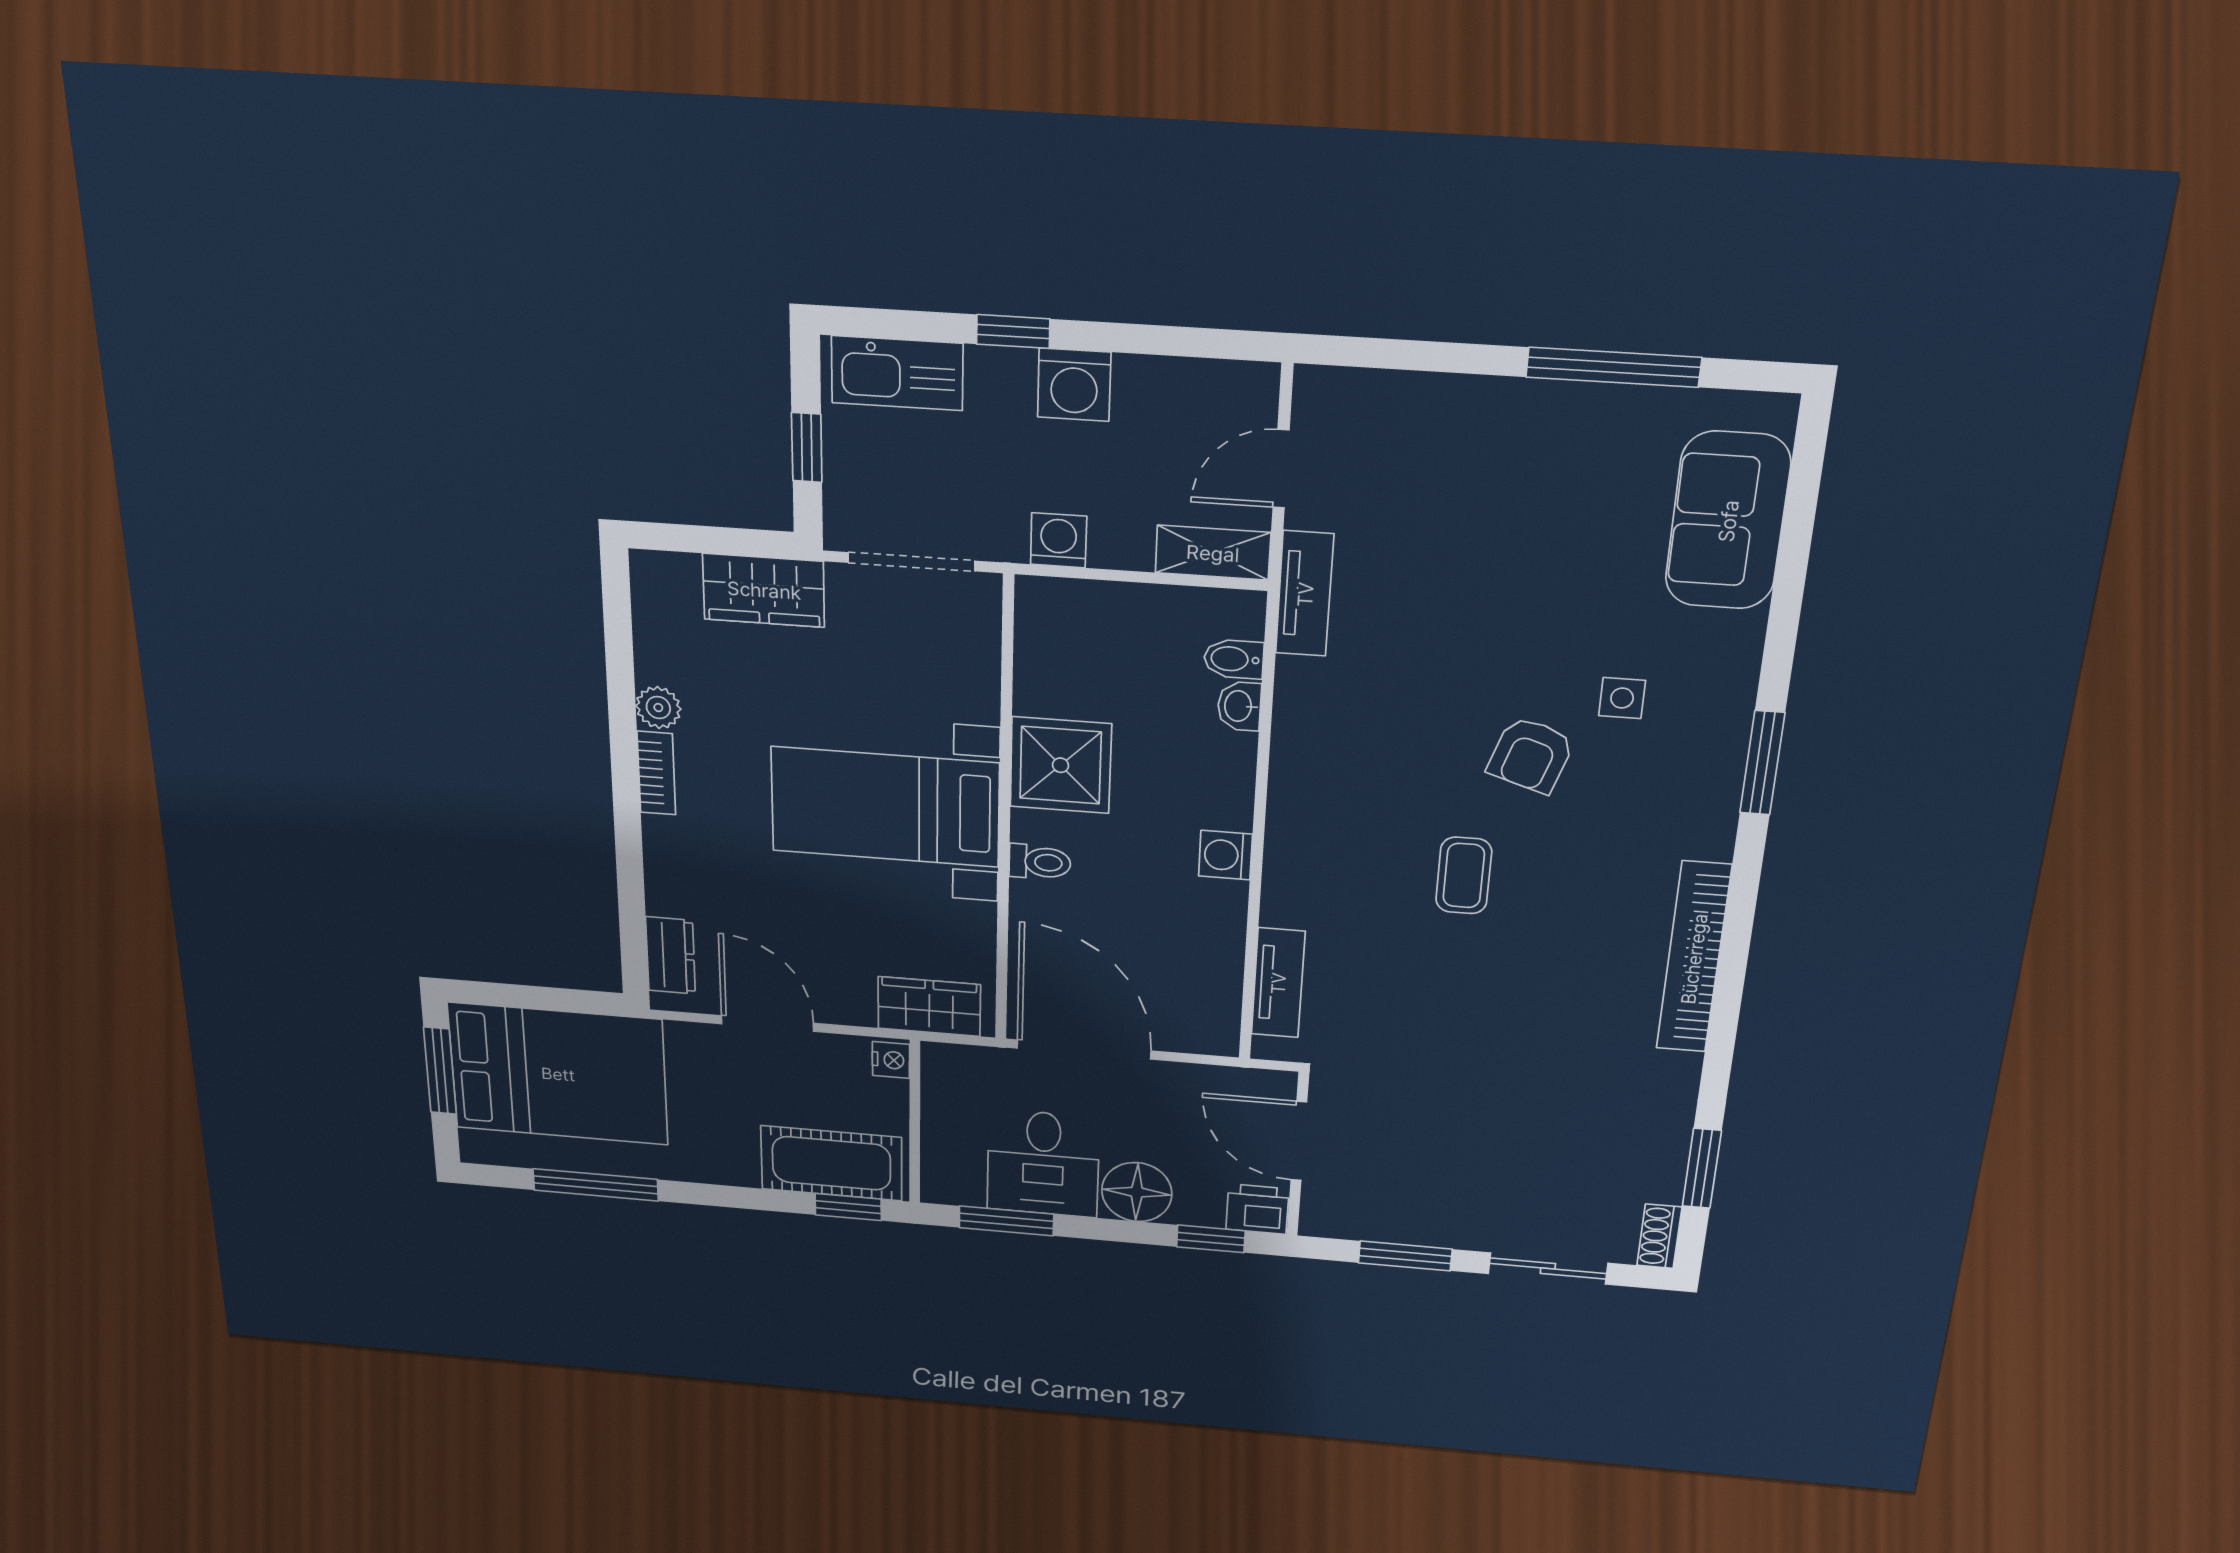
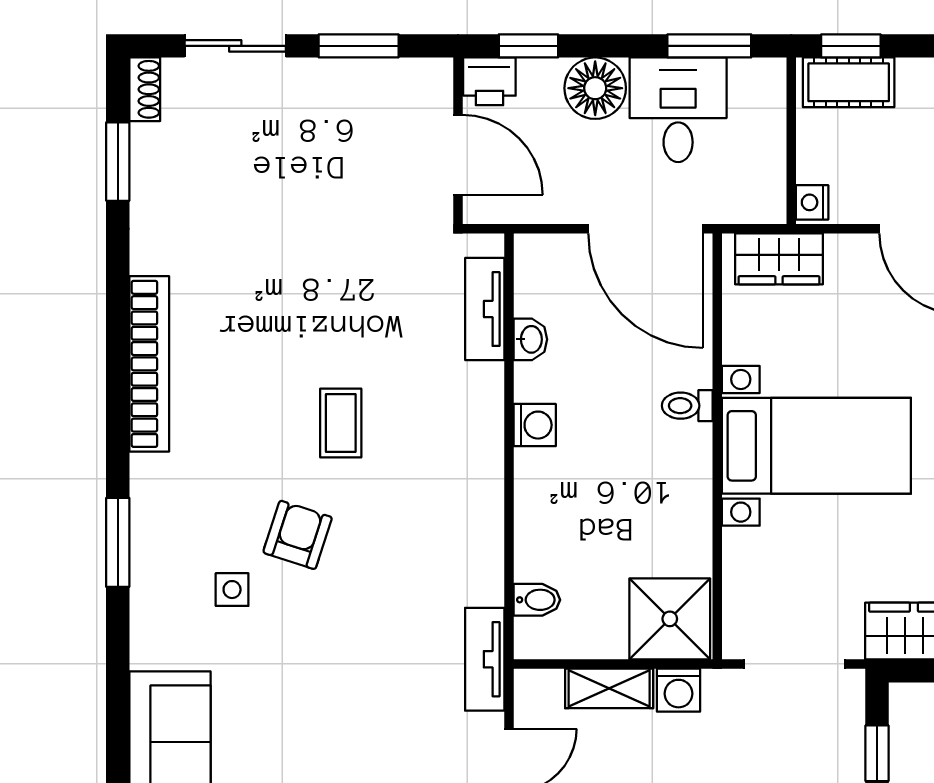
shelving: (1213, 553) -> (609, 688), moved
washbasin: (1239, 706) -> (530, 339), moved
shower: (1061, 765) -> (670, 619), moved
cot: (831, 1163) -> (849, 82), width x0.73, depth x0.75

